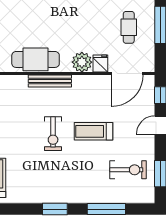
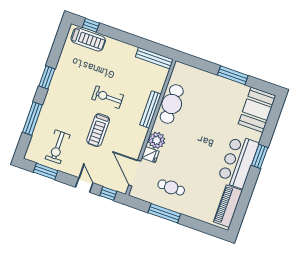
treadmill: (93, 131) -> (98, 130), turned 180

